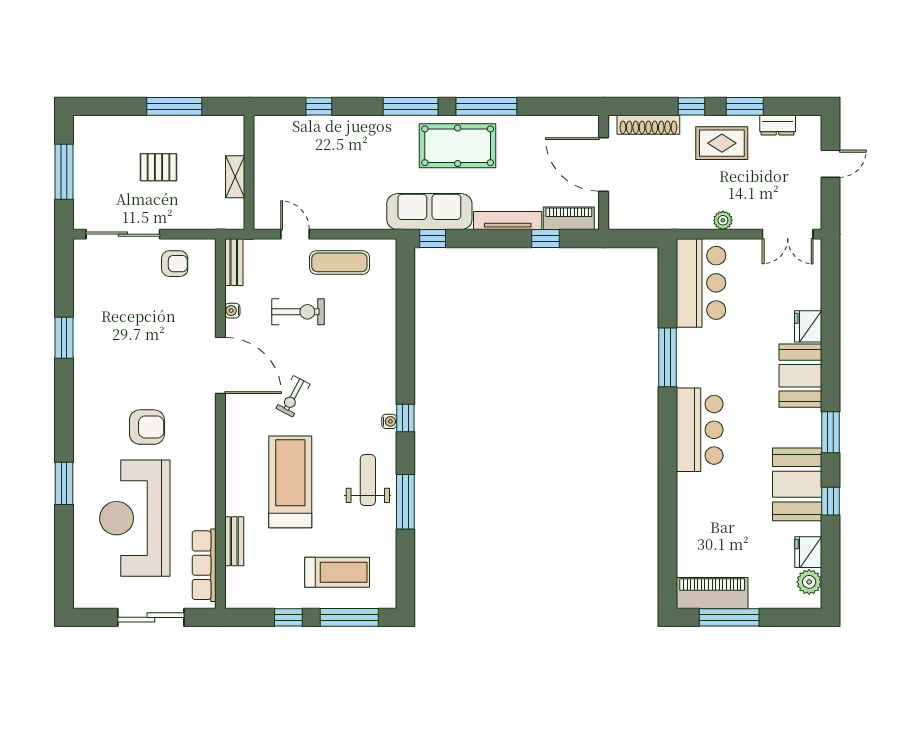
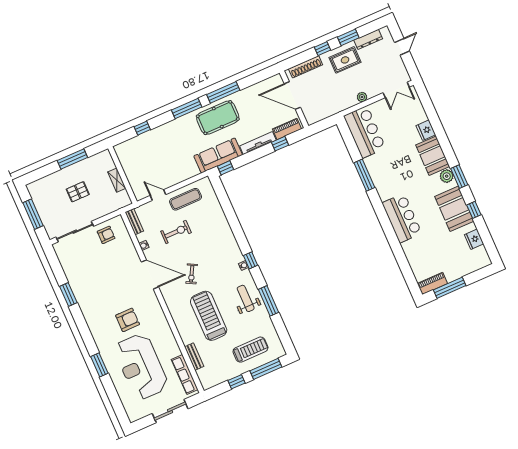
dresser: (778, 125) -> (368, 39), width x1.44
bar counter: (700, 430) -> (402, 218), moved
plant: (809, 582) -> (447, 176), moved
piano: (712, 593) -> (432, 283), width x0.73, depth x0.75

